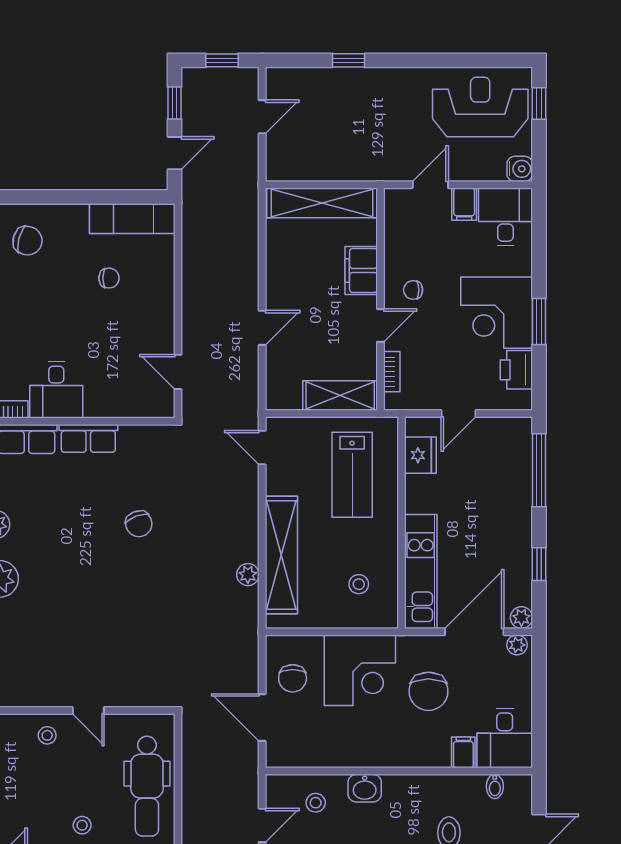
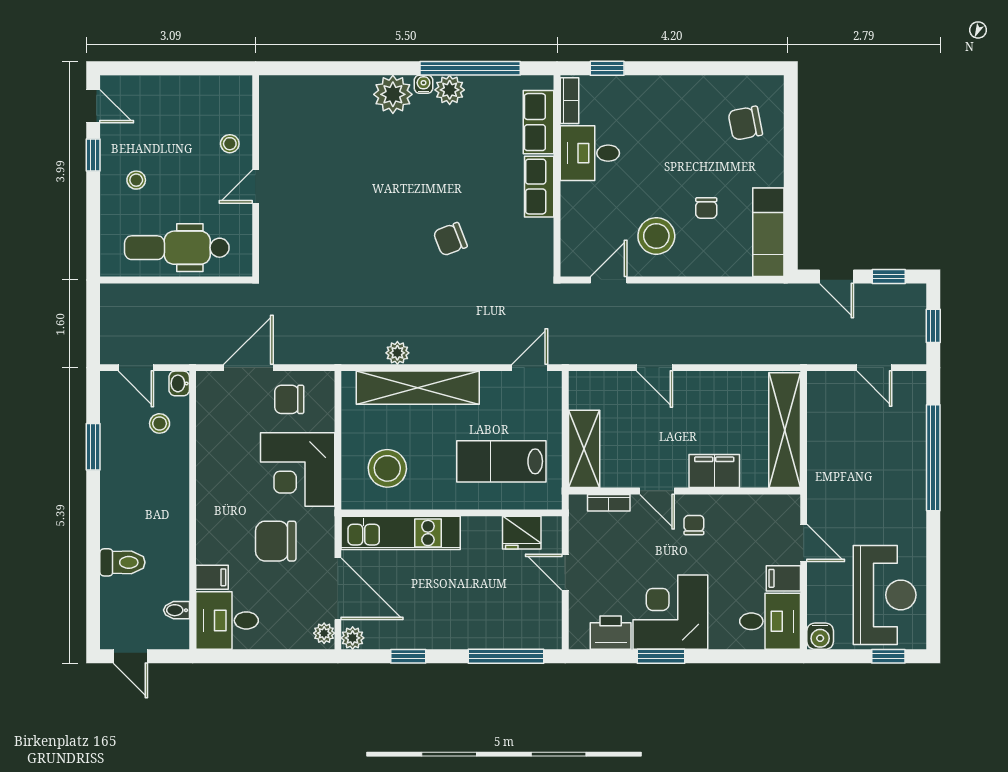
window: (349, 60) -> (933, 458), width x3.17
chair: (28, 241) -> (745, 123), turned 64
stool: (136, 326) -> (656, 236), added
stool: (359, 584) -> (387, 468), width x1.89, depth x1.89
washbasin: (365, 788) -> (179, 383), moved, width x0.72, depth x0.69

